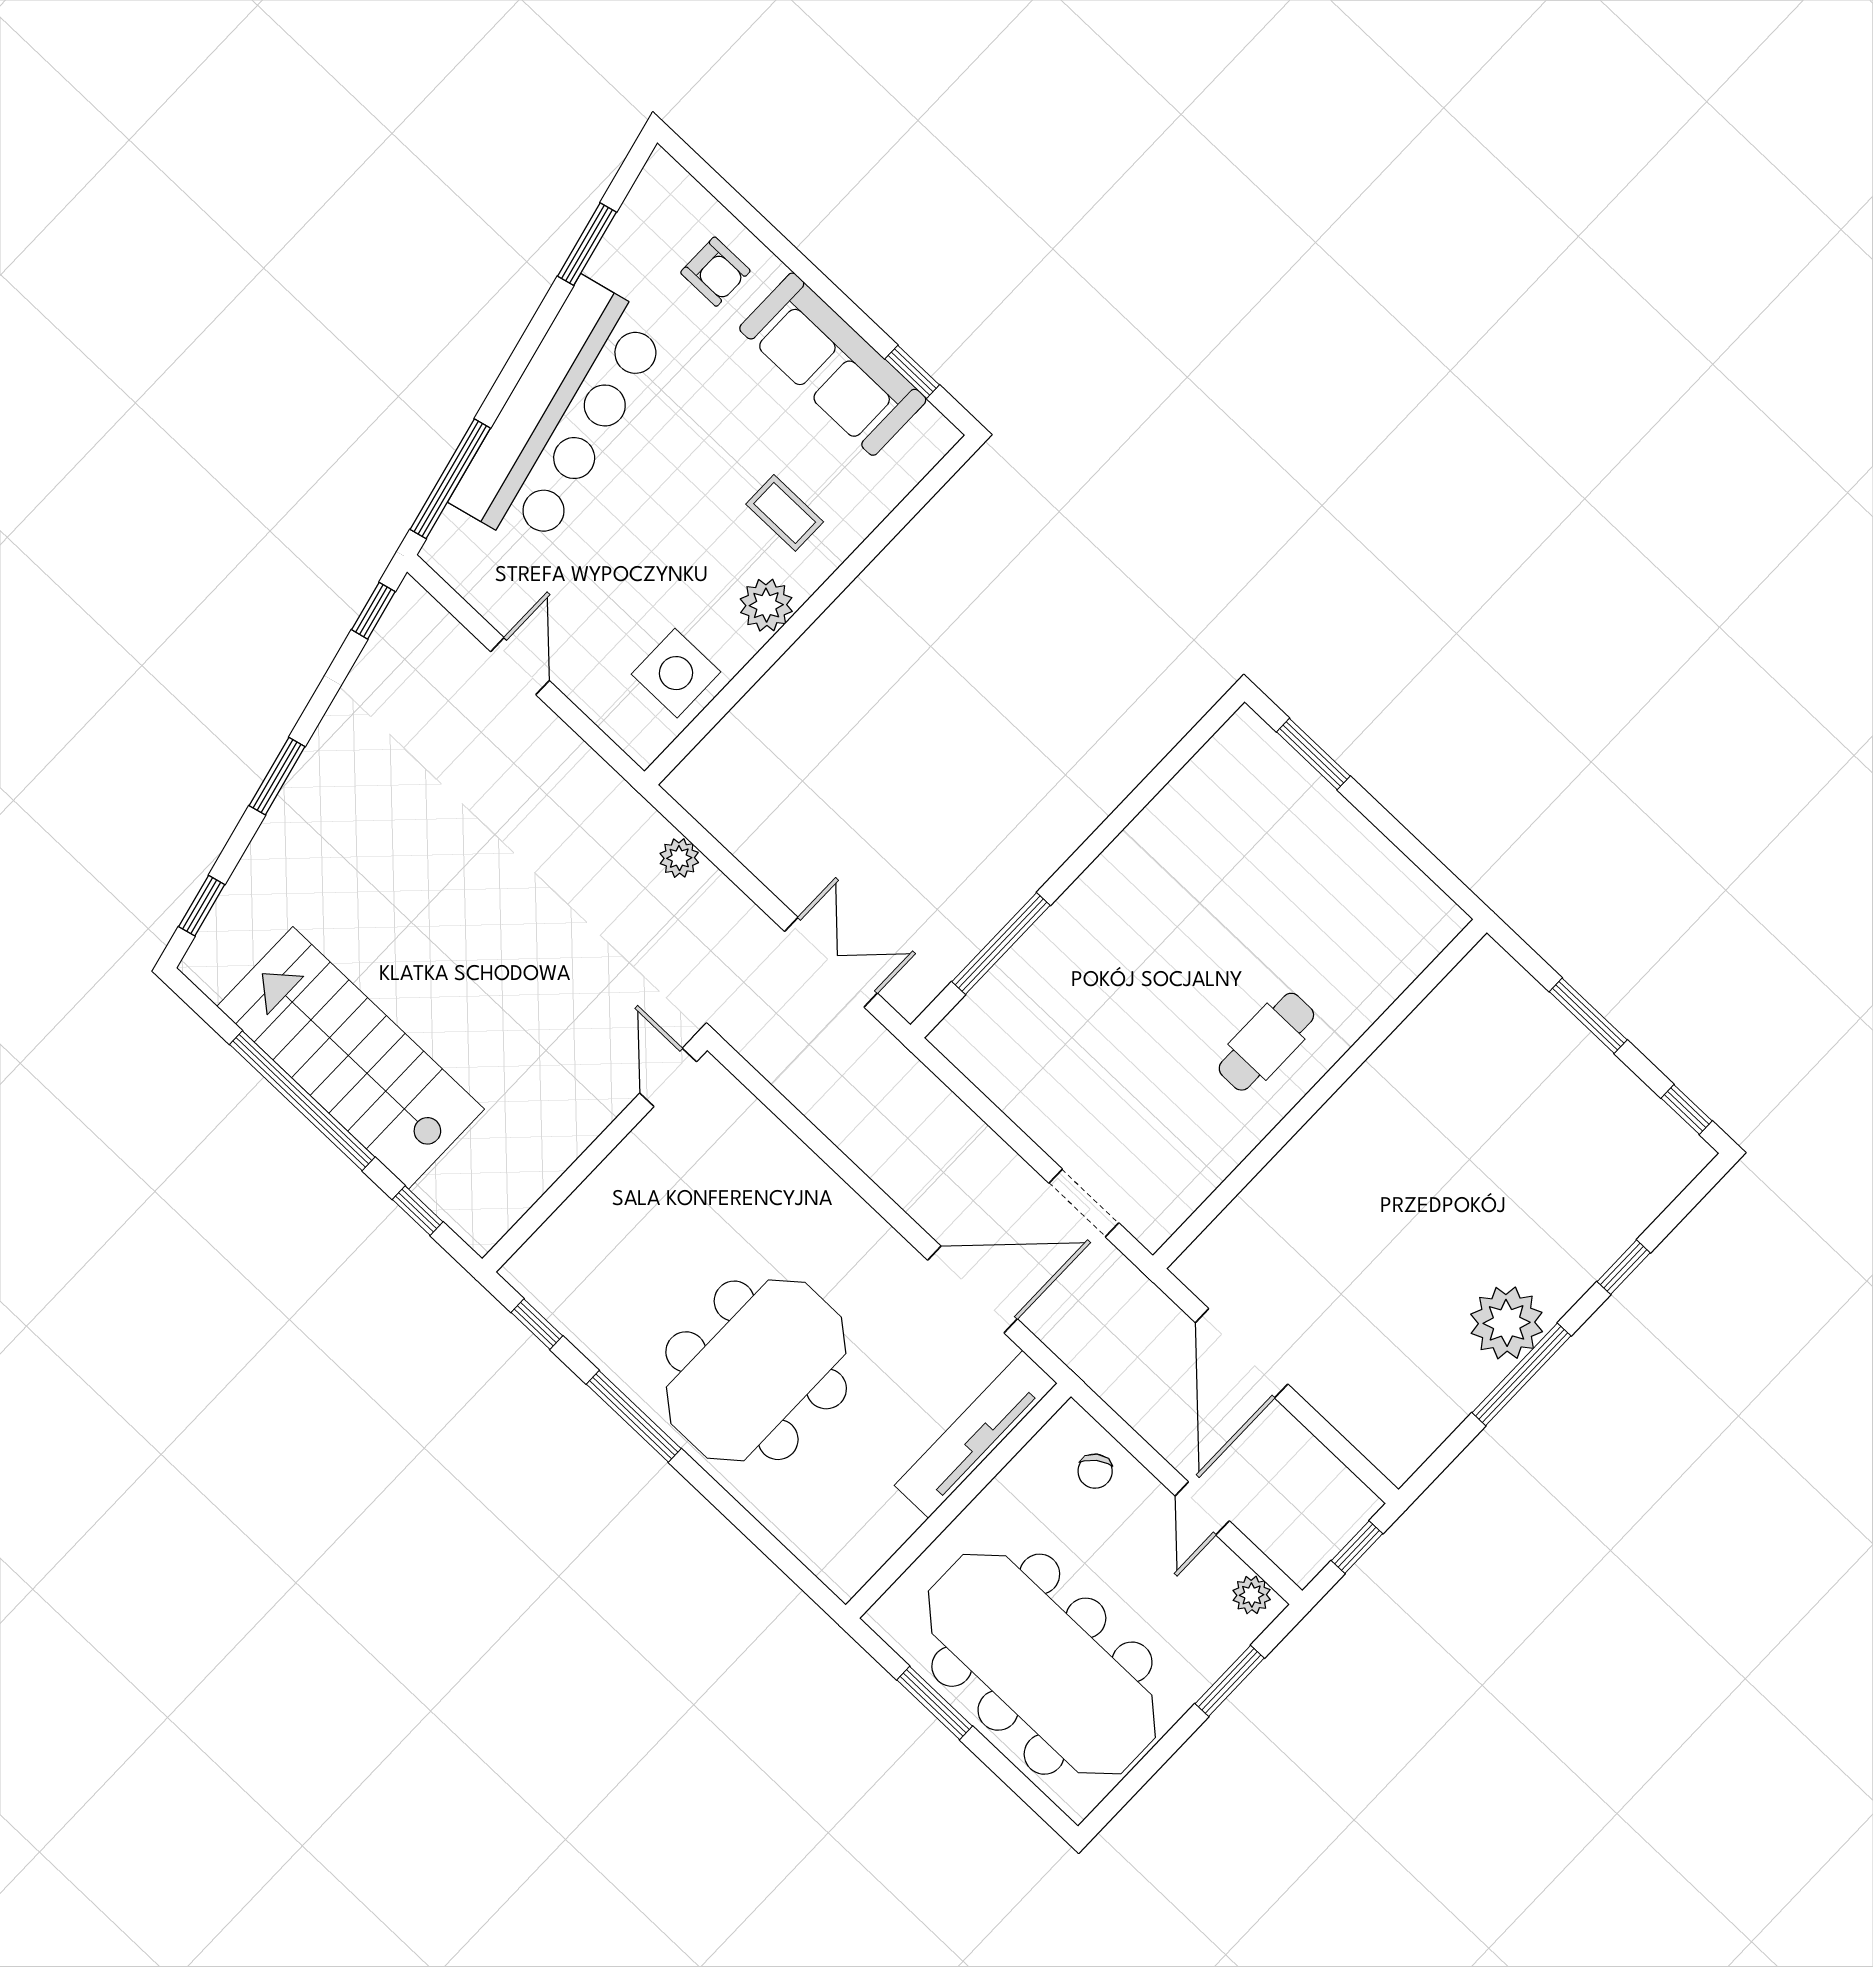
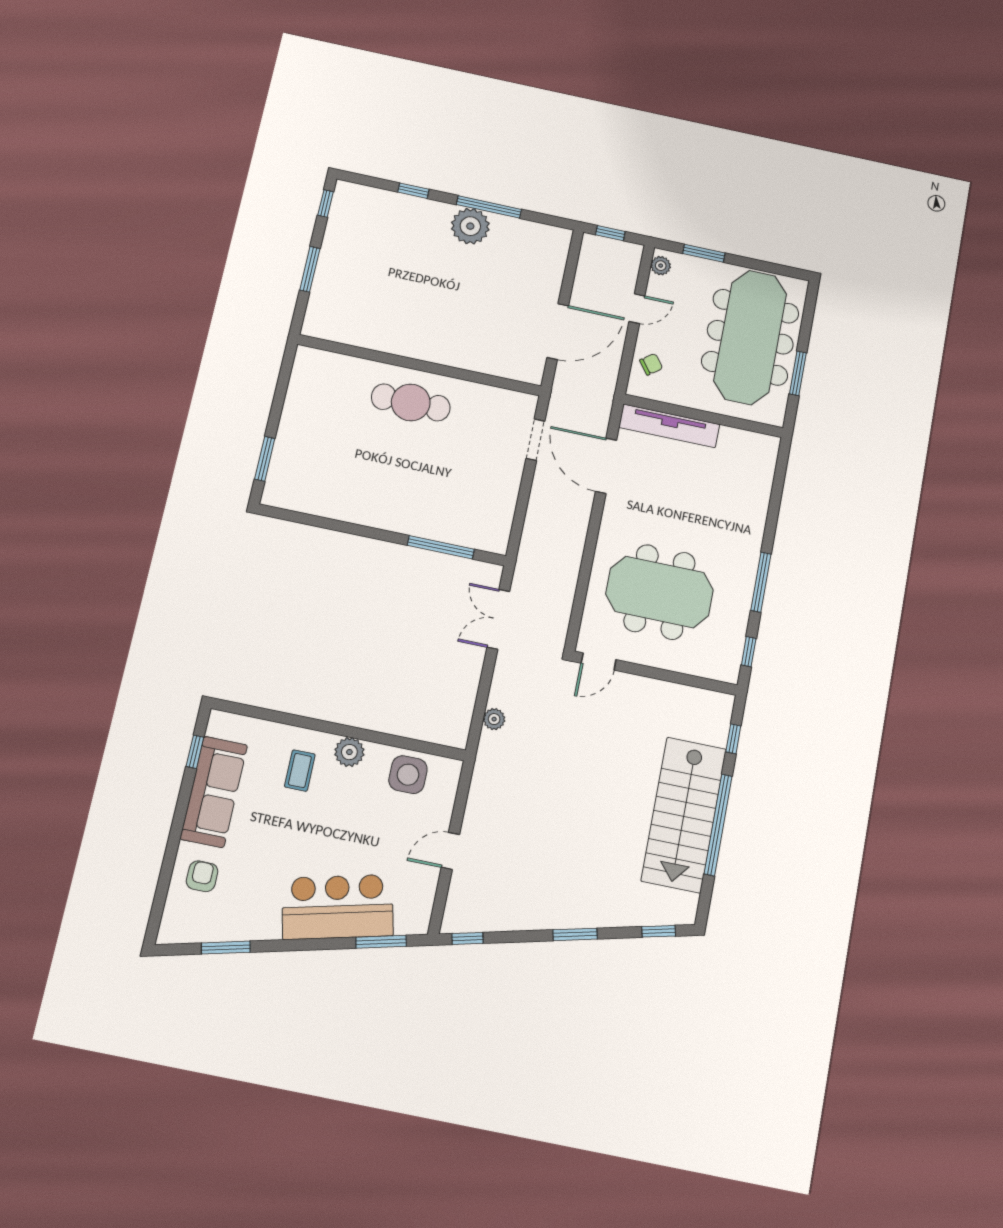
bar counter: (561, 415) -> (338, 907), width x0.73
window: (450, 479) -> (381, 942), width x0.69
cafe table: (1266, 1042) -> (411, 402), width x1.37, depth x1.35
meeting table: (756, 1370) -> (660, 592), moved

